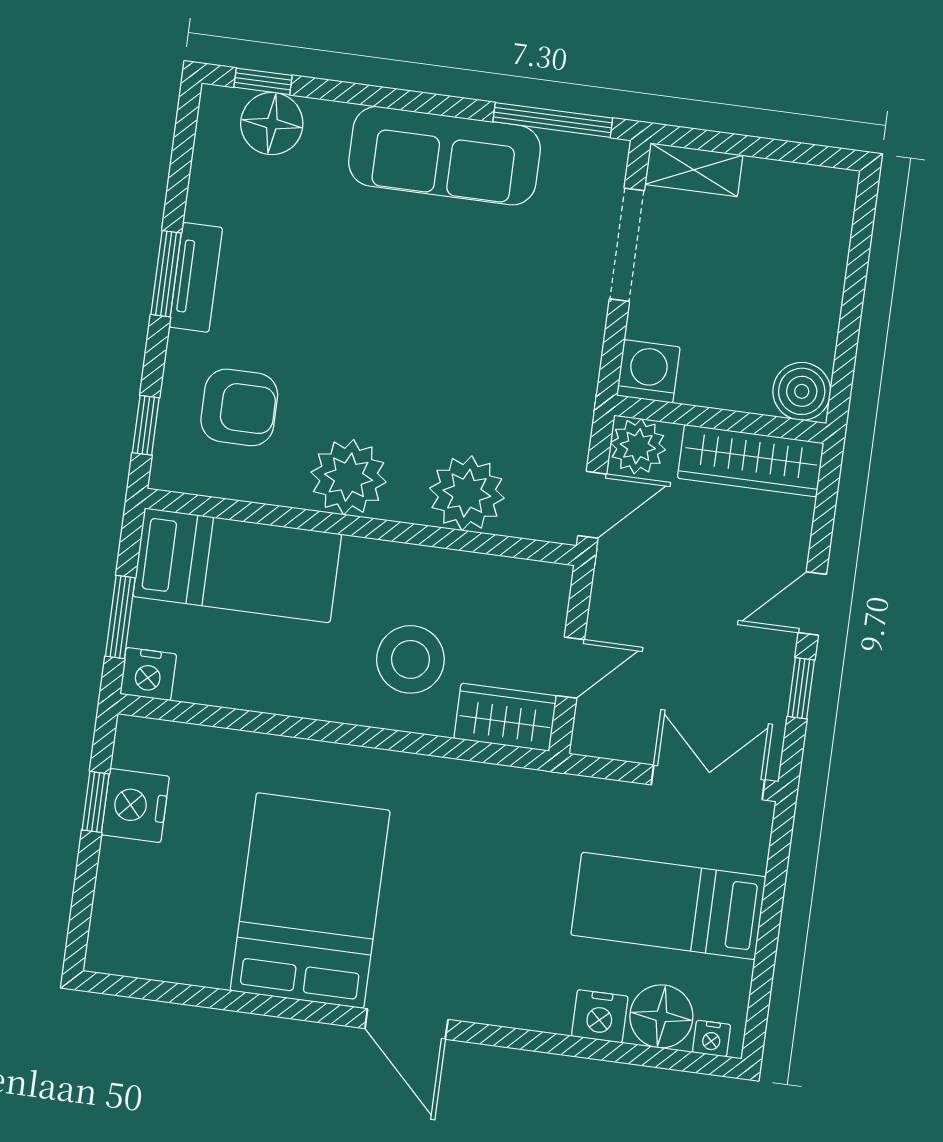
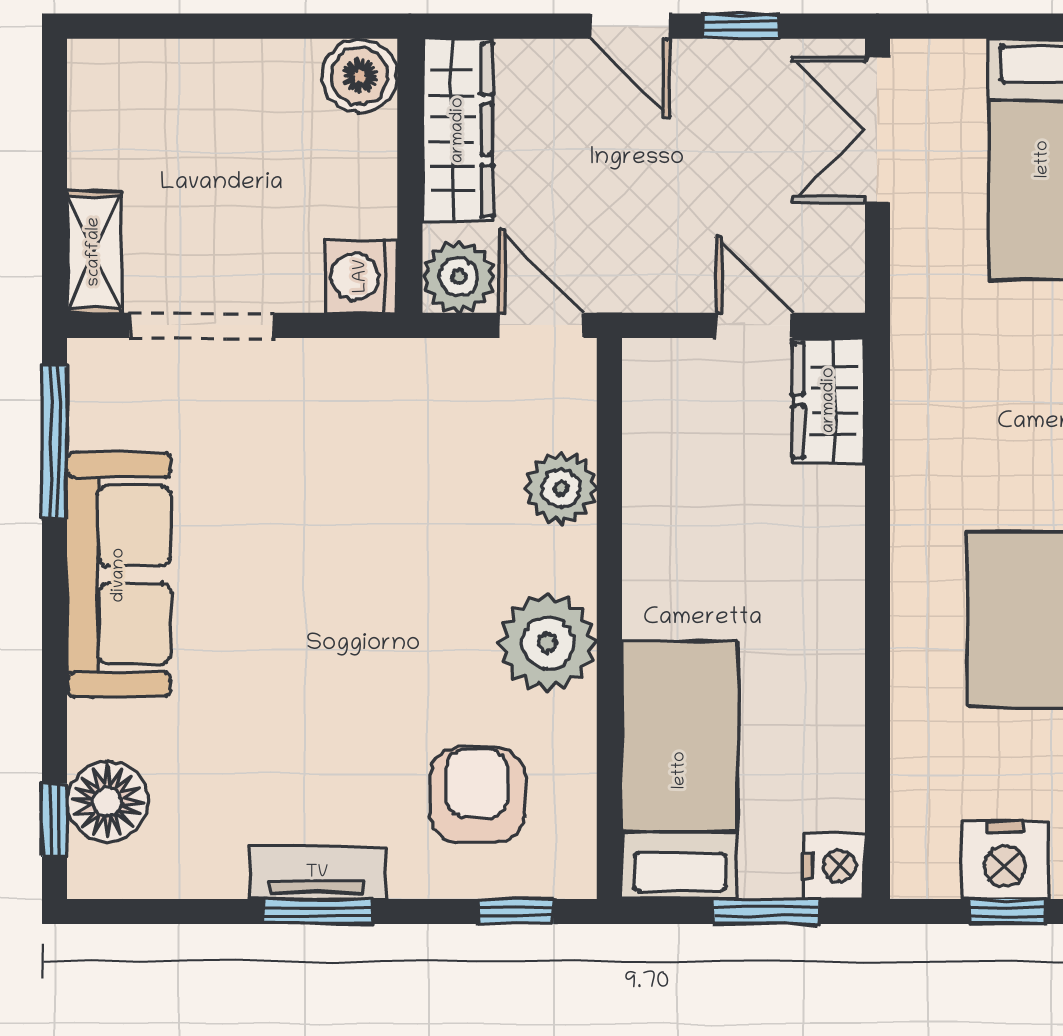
plant: (467, 493) -> (561, 488), width x0.73, depth x0.73
stool: (410, 659) -> (771, 532), removed

